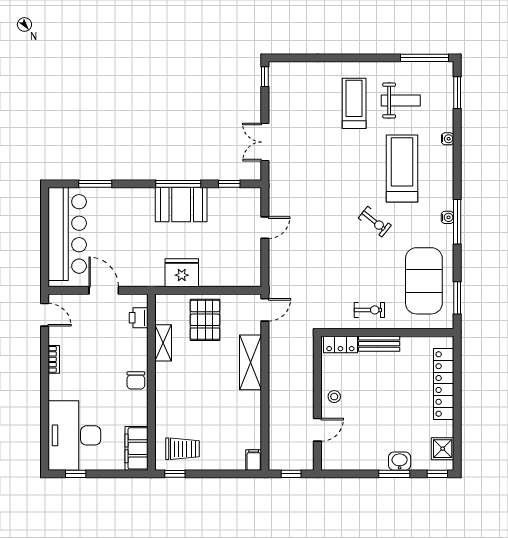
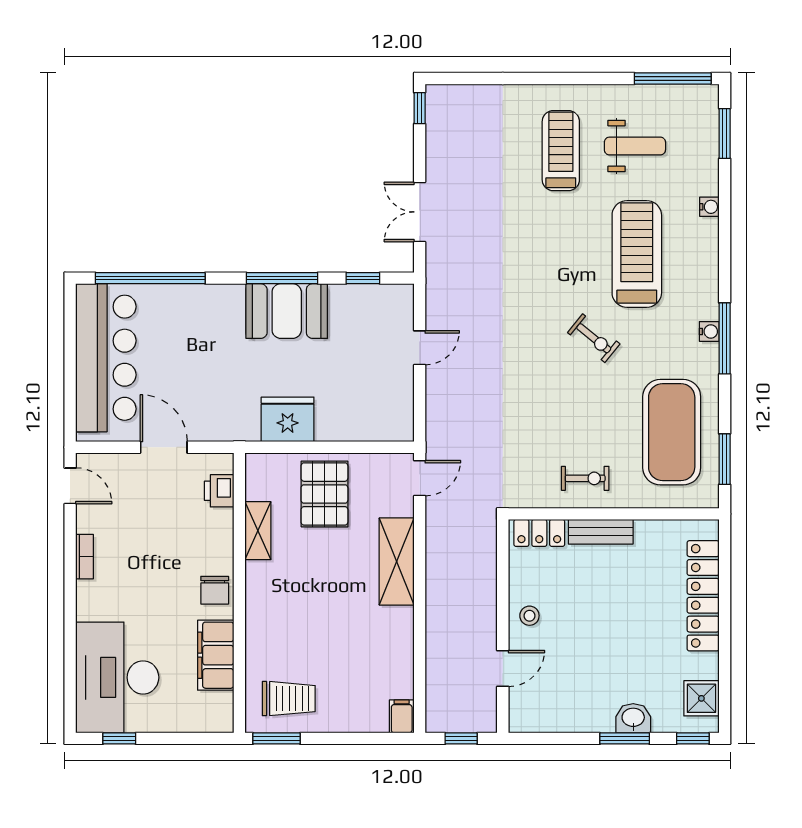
window: (95, 184) -> (150, 278), width x2.11
filing cabinet: (136, 448) -> (216, 655), moved
window: (175, 474) -> (277, 738), width x1.50

